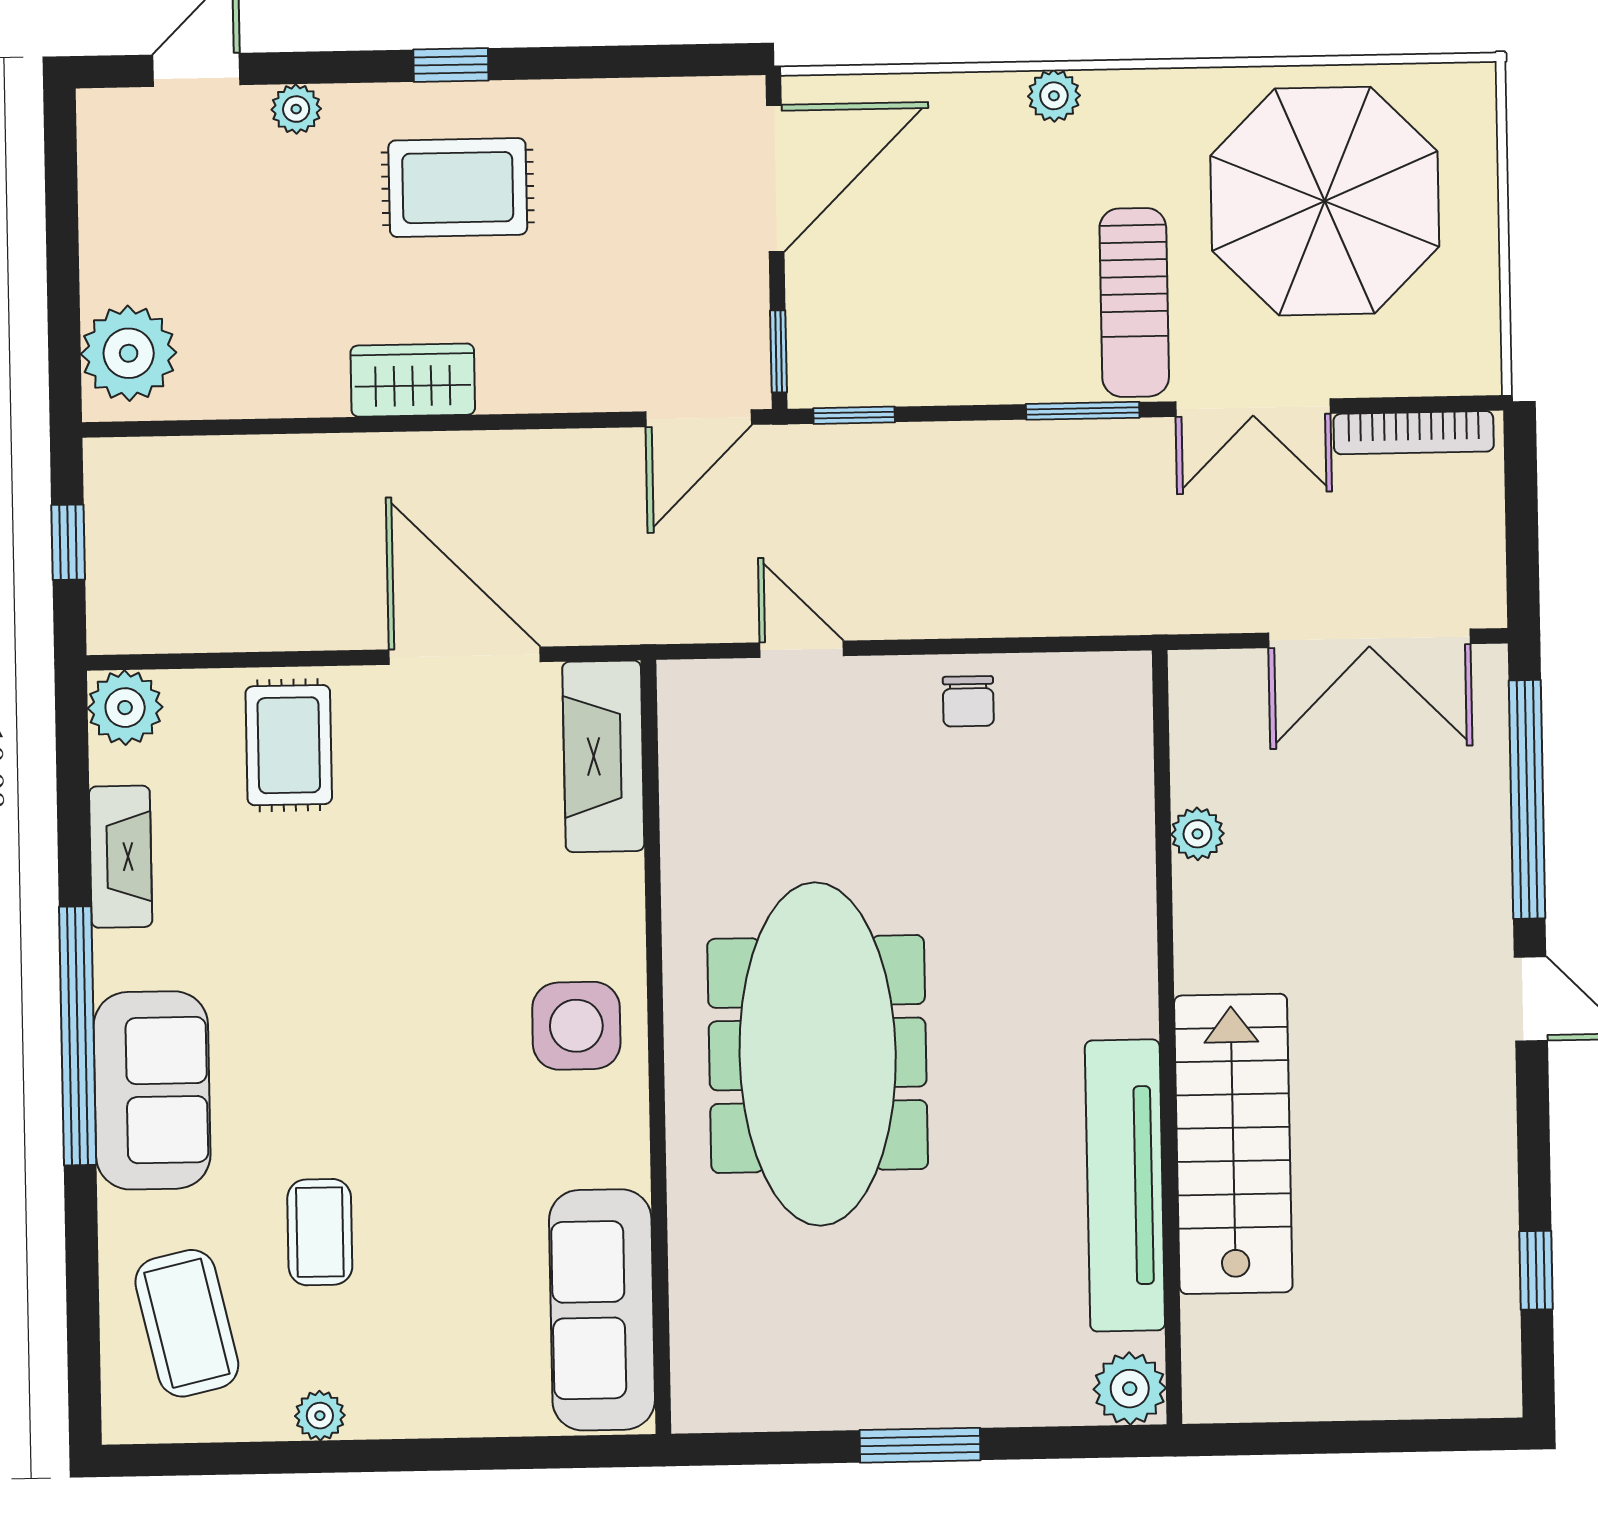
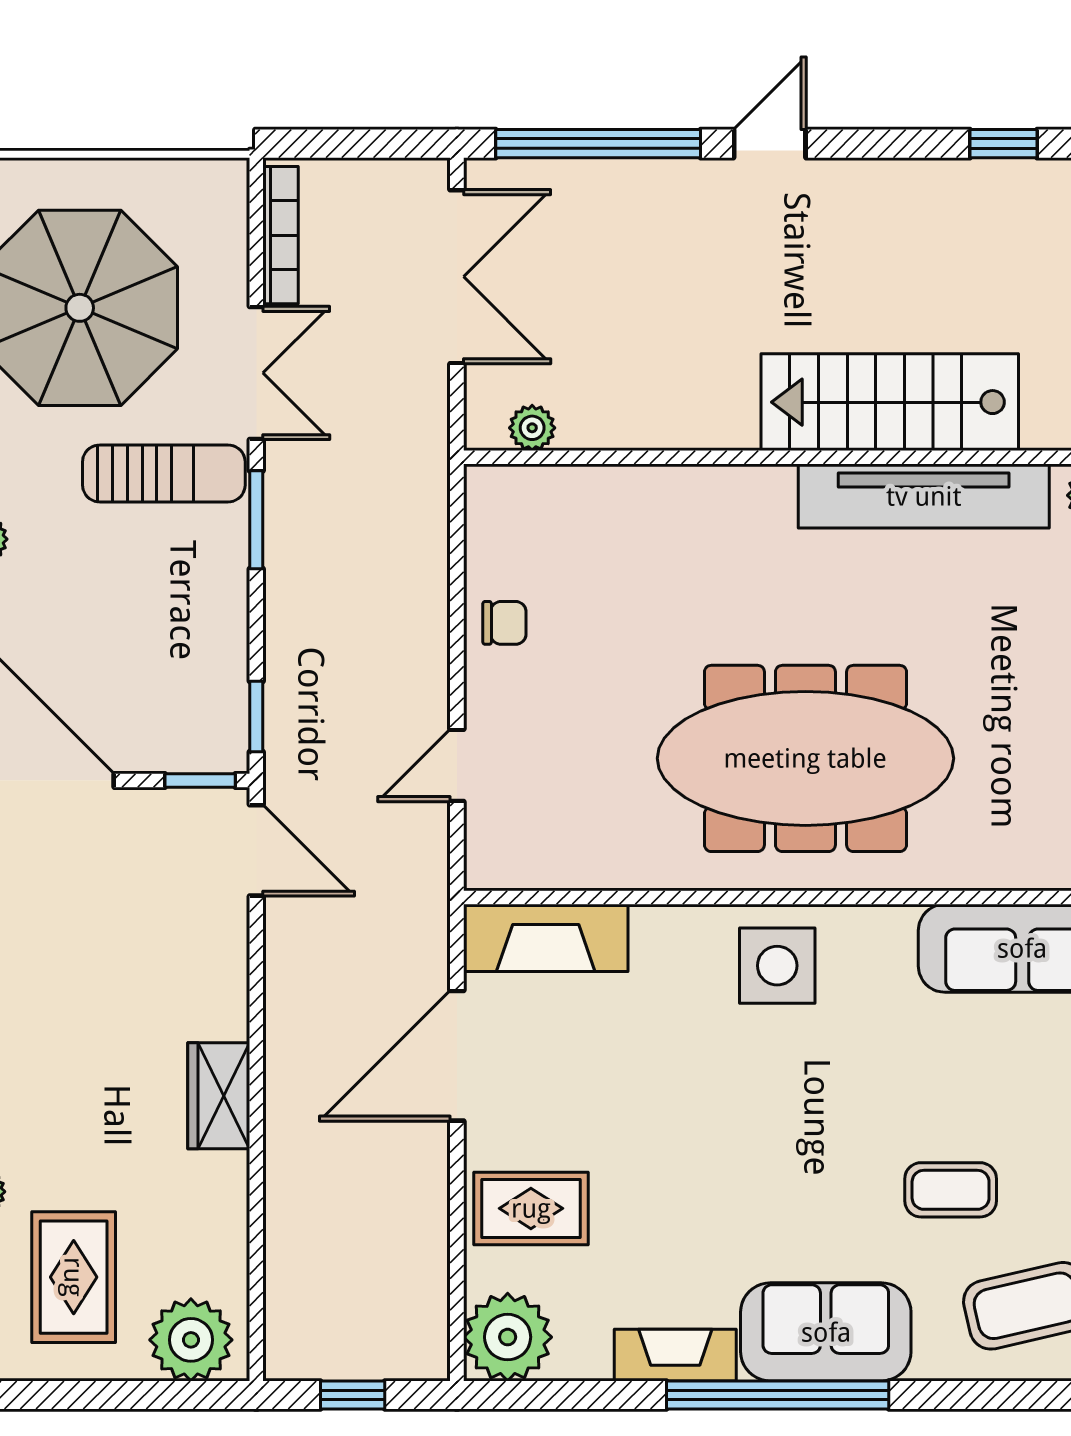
rug: (458, 188) -> (74, 1277), moved
plant: (125, 708) -> (508, 1337), width x1.36, depth x1.36
plant: (1197, 834) -> (532, 428), moved
fireplace: (121, 857) -> (675, 1355), moved

